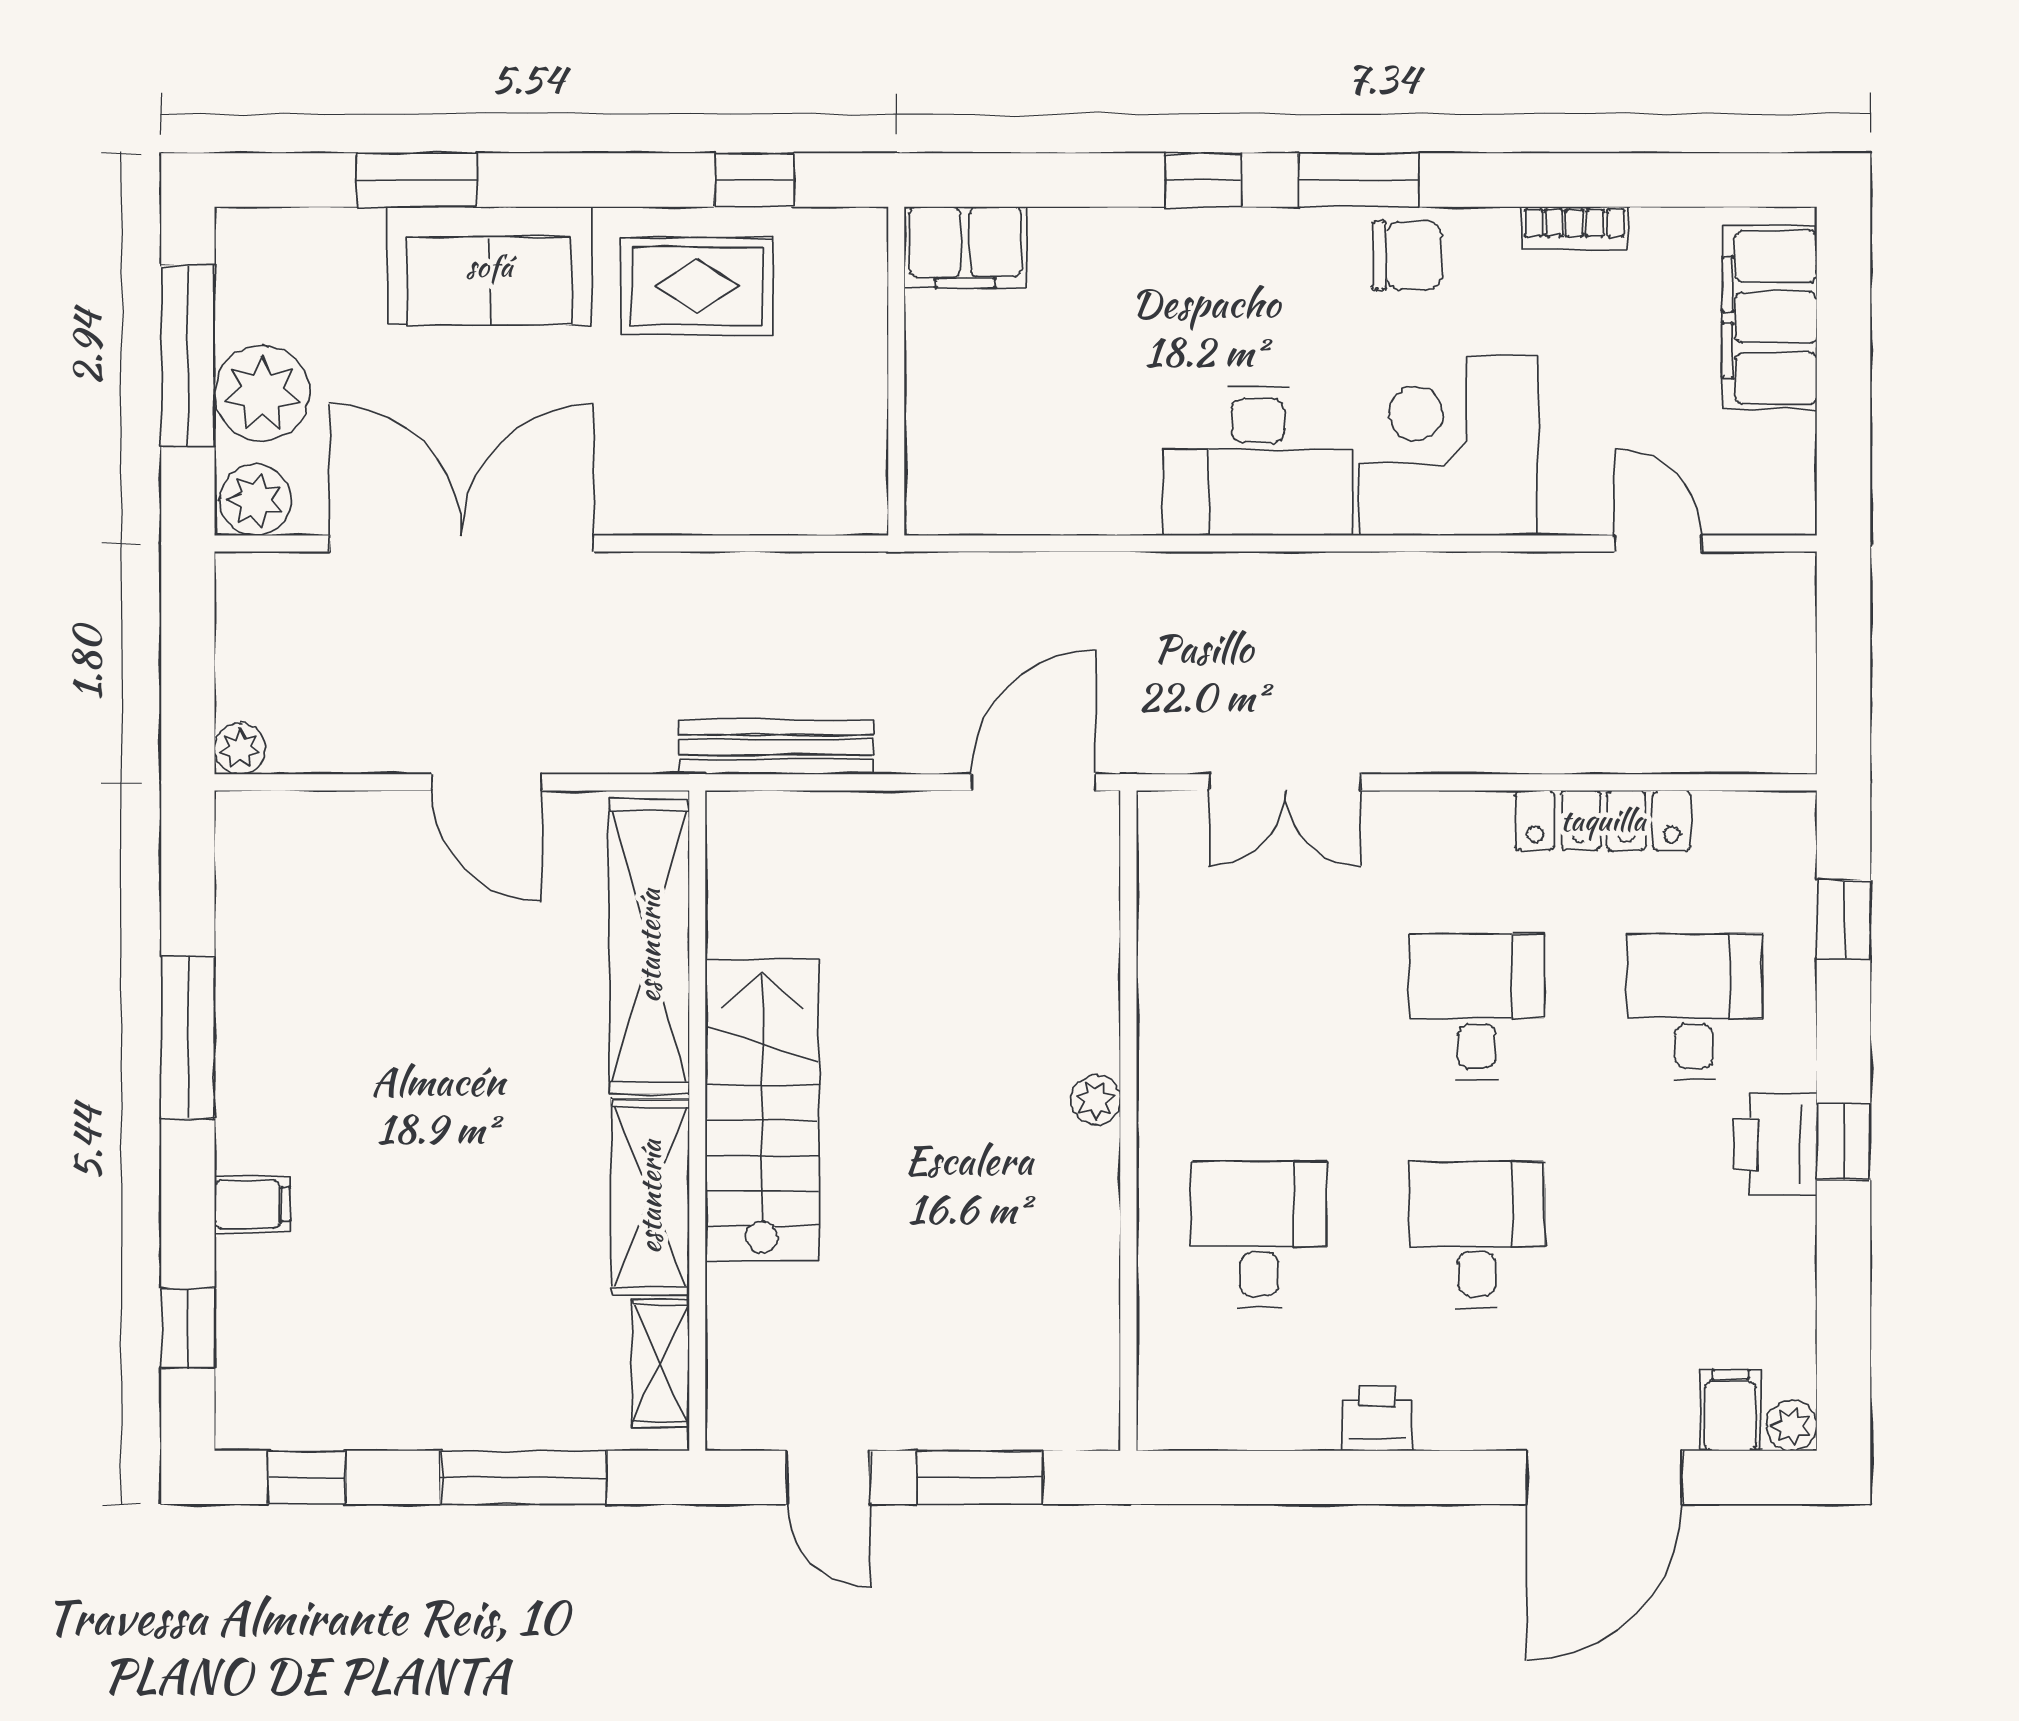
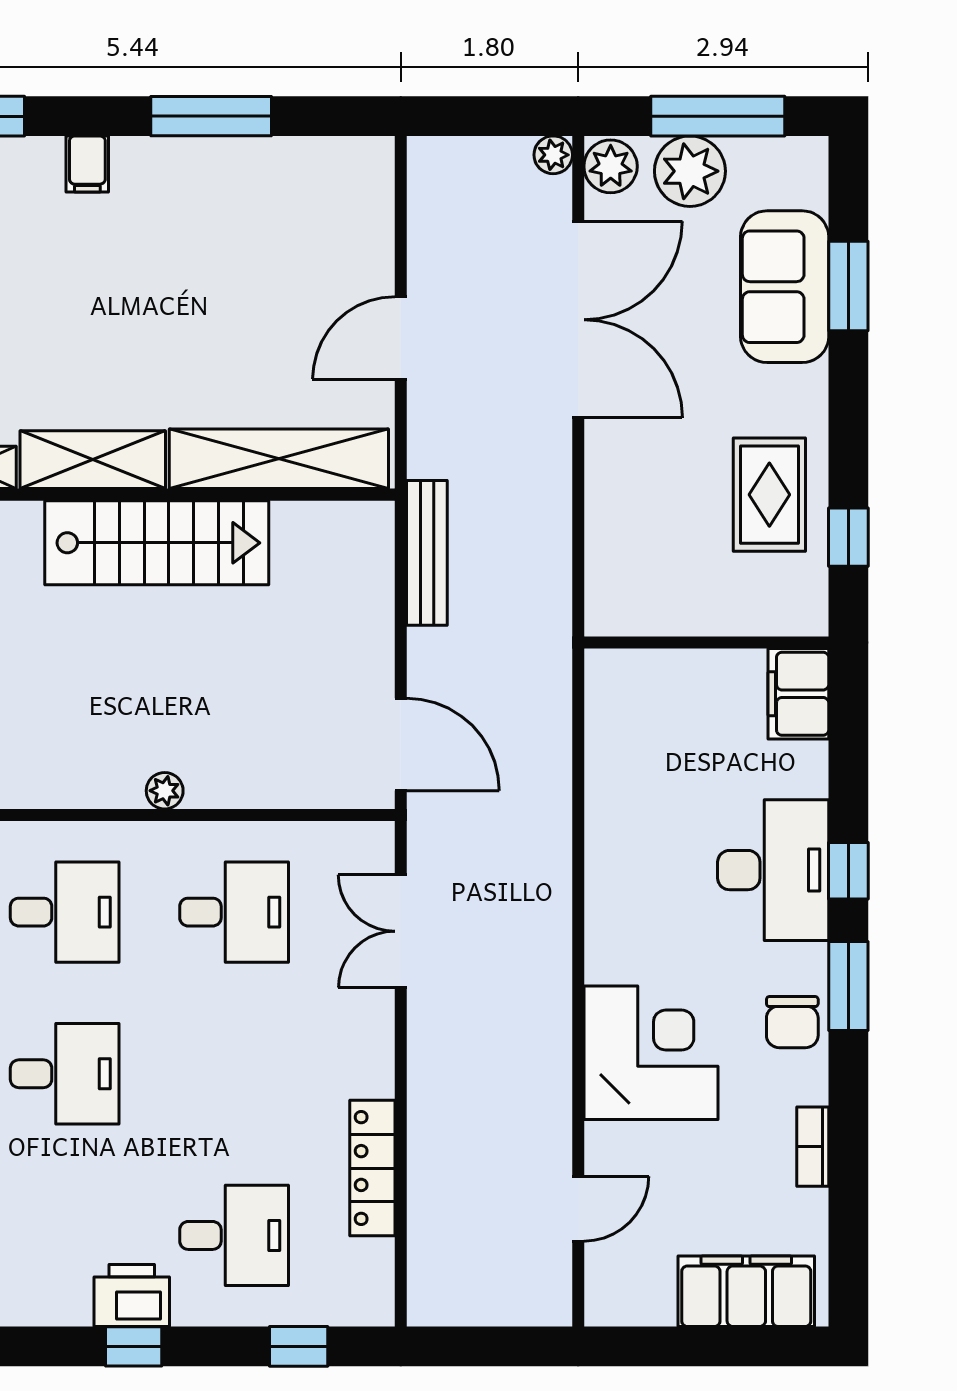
sofa: (489, 266) -> (785, 287), moved
desk: (1258, 461) -> (773, 870), moved, turned 180
plant: (240, 749) -> (553, 155), moved
desk: (1477, 1007) -> (234, 912), moved

